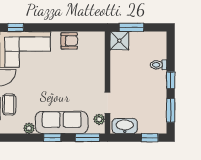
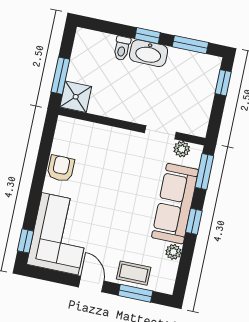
washbasin: (125, 126) -> (149, 53), moved, turned -90

